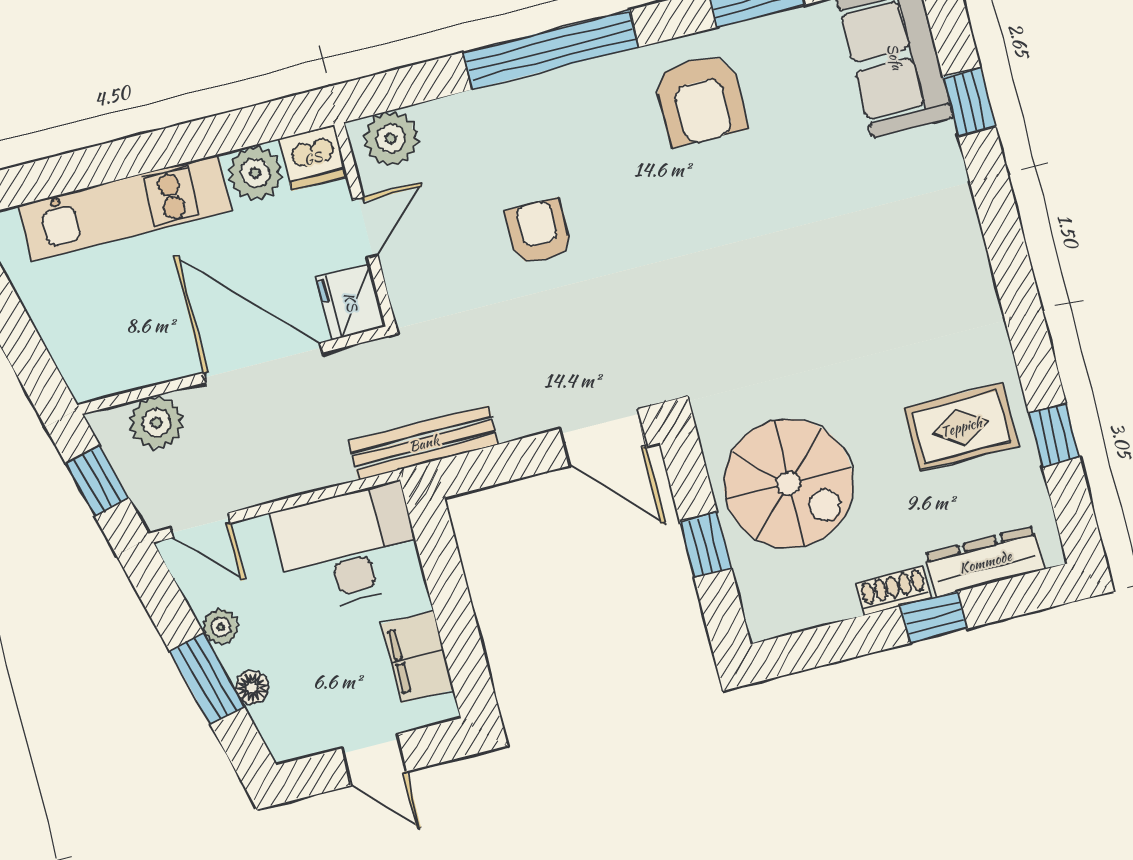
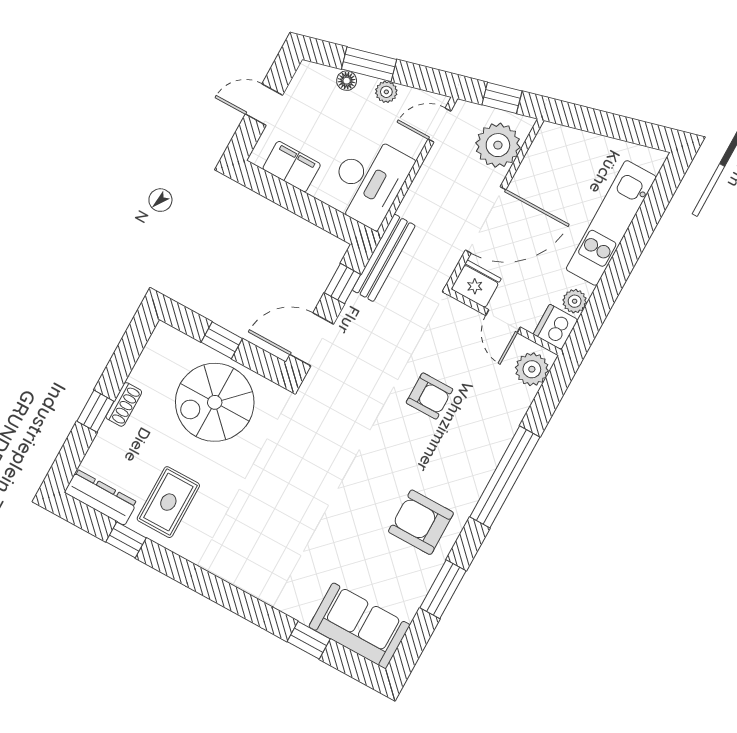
plant: (255, 173) -> (575, 301), width x0.73, depth x0.73
plant: (156, 423) -> (498, 145), width x1.36, depth x1.36
window: (501, 463) -> (343, 284), added
dresser: (985, 562) -> (101, 497), moved, turned -90

